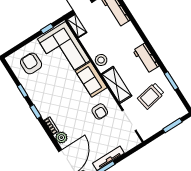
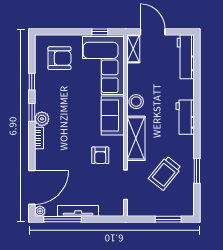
workbench: (146, 58) -> (185, 117), moved
armchair: (31, 63) -> (59, 58), turned 90
trolley: (151, 96) -> (165, 173), turned -40
plant: (61, 138) -> (42, 119), moved

